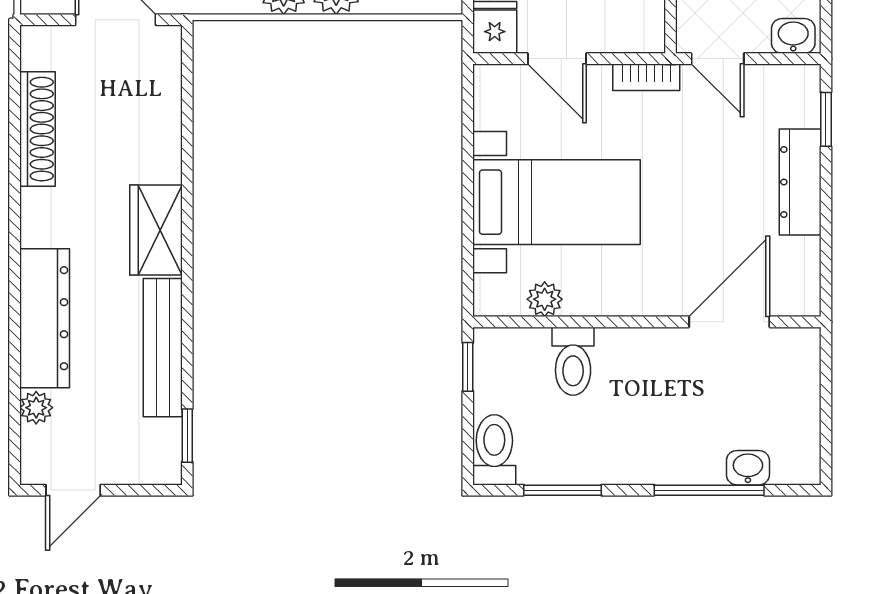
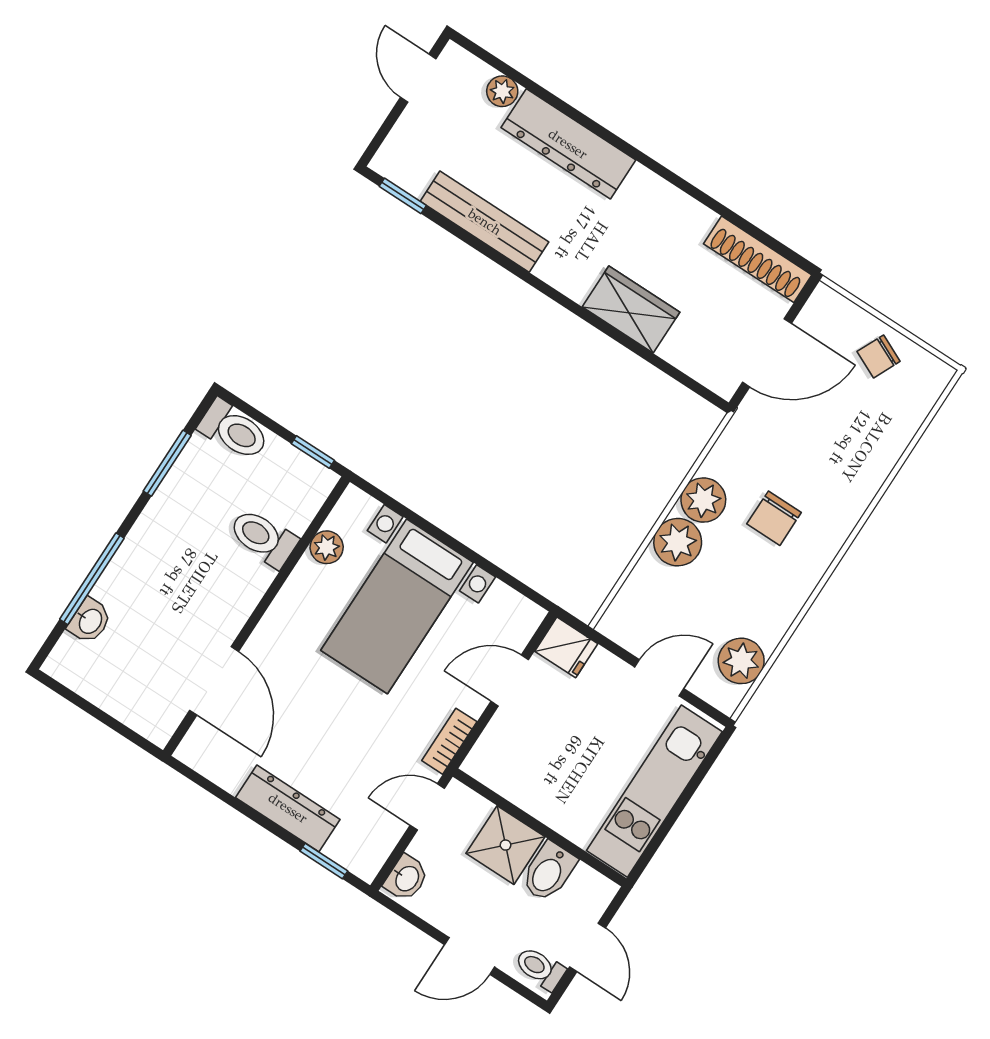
shoe rack: (37, 129) -> (758, 259), moved
wardrobe: (156, 230) -> (631, 309), moved

